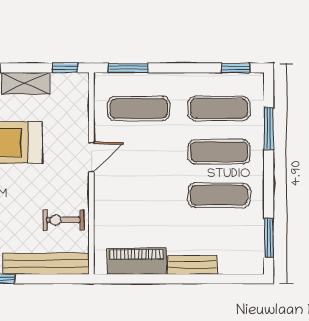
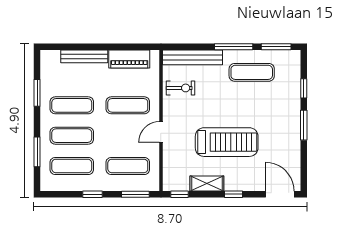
window: (235, 68) -> (93, 194), moved
exercise mat: (139, 195) -> (128, 105), added
window: (269, 238) -> (37, 93), moved
bench: (192, 265) -> (84, 56), width x1.36

